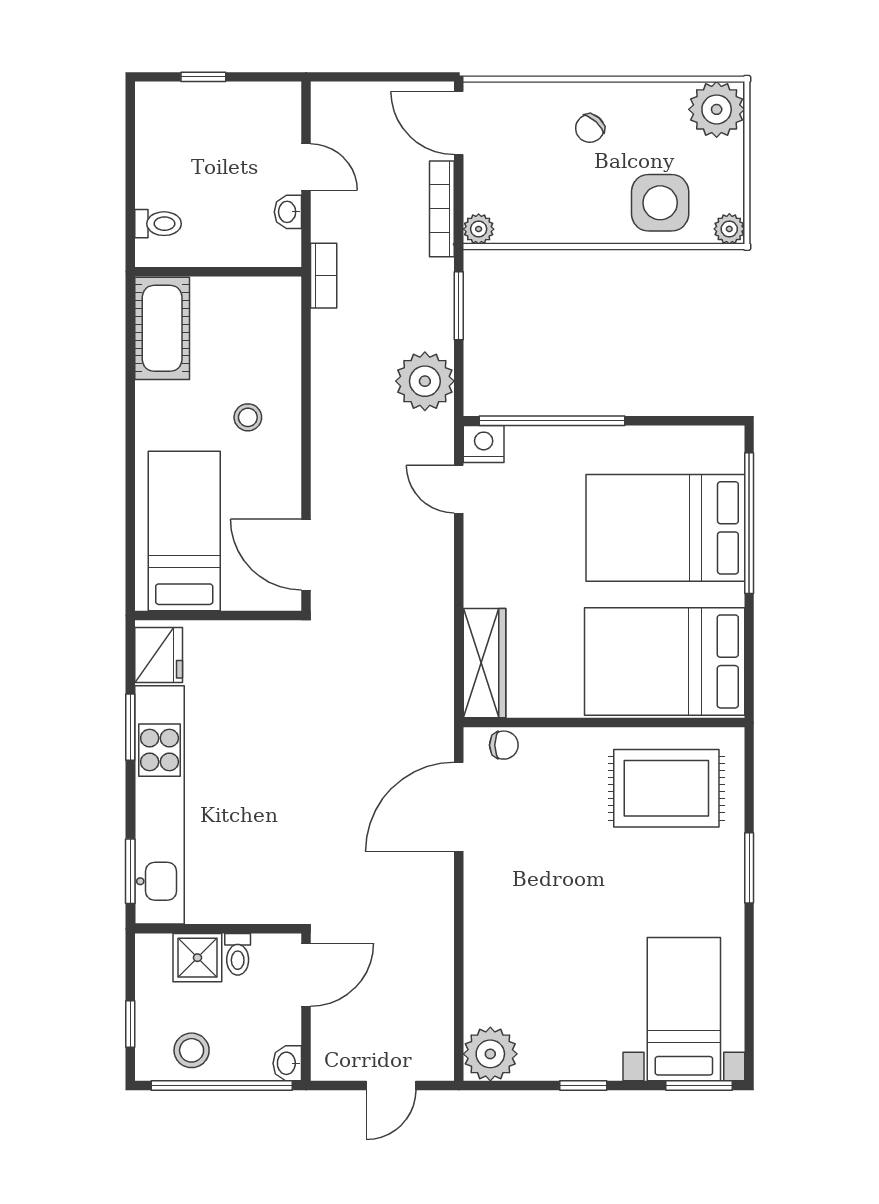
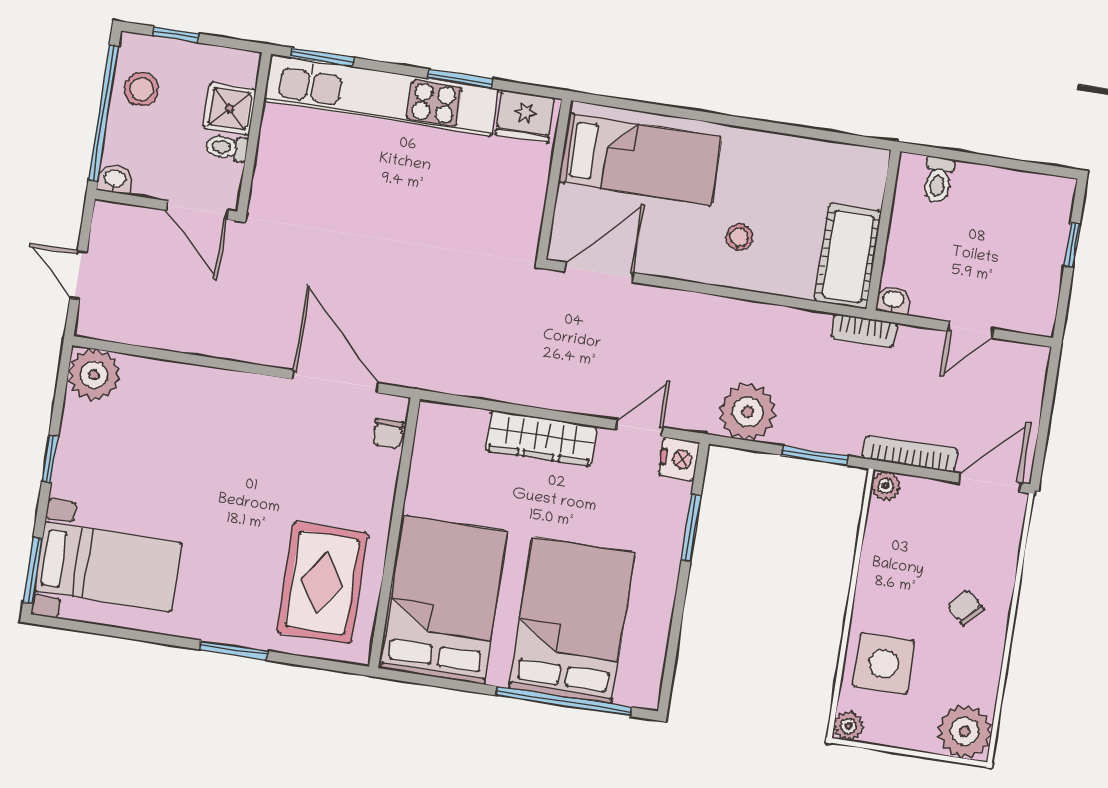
washbasin: (288, 212) -> (893, 300), moved
cot: (162, 328) -> (848, 256), moved, turned 90
window: (552, 421) -> (691, 528), width x0.47
wardrobe: (485, 663) -> (541, 438), moved

